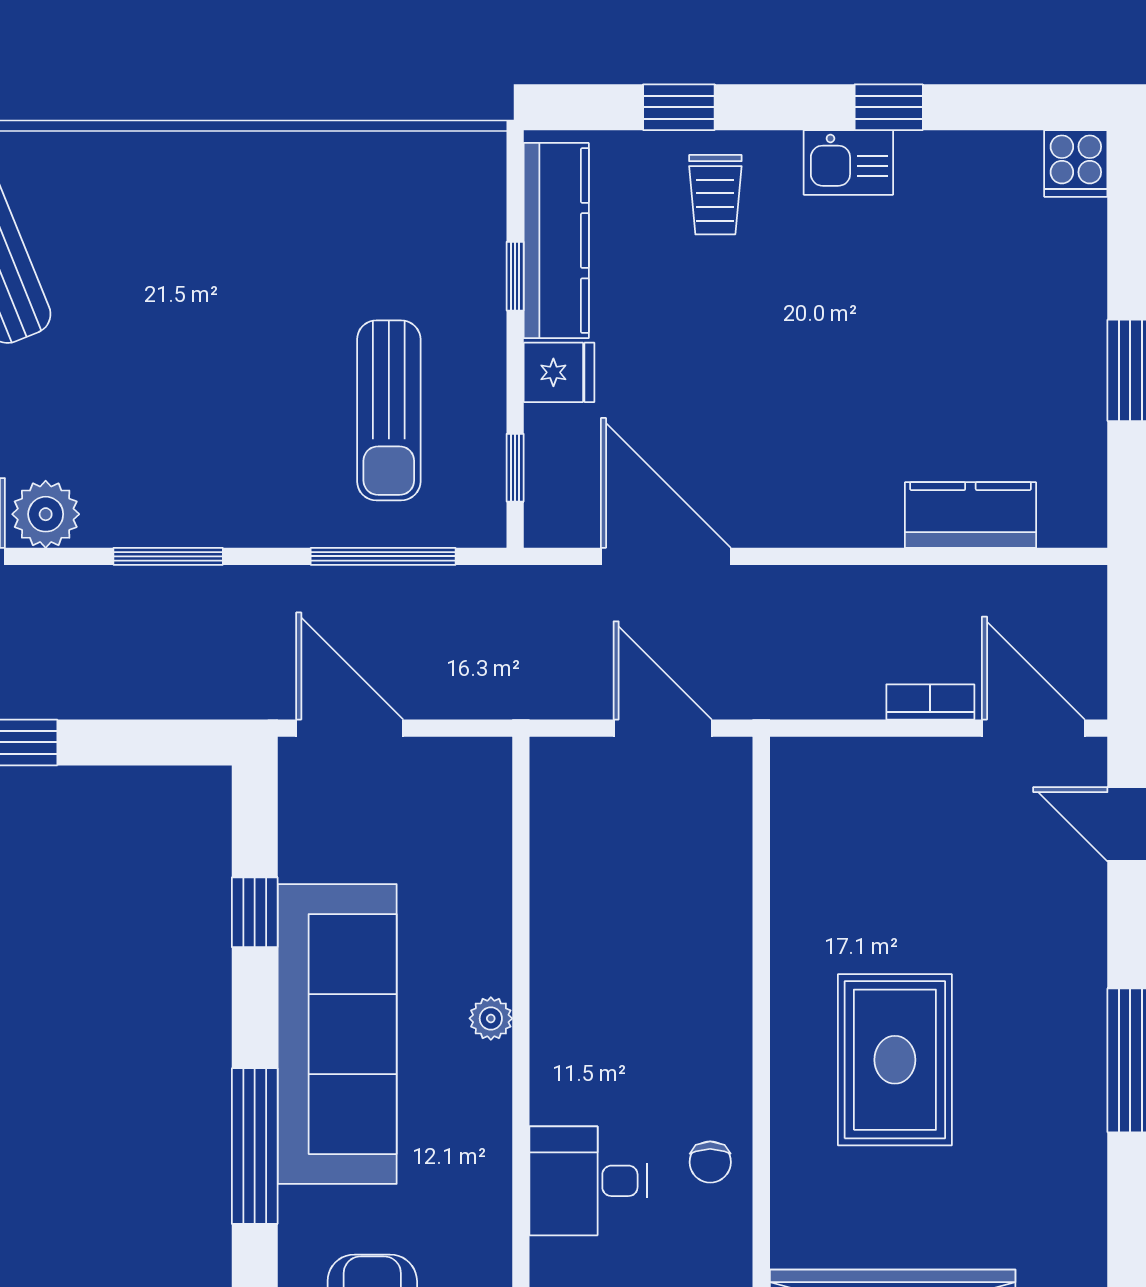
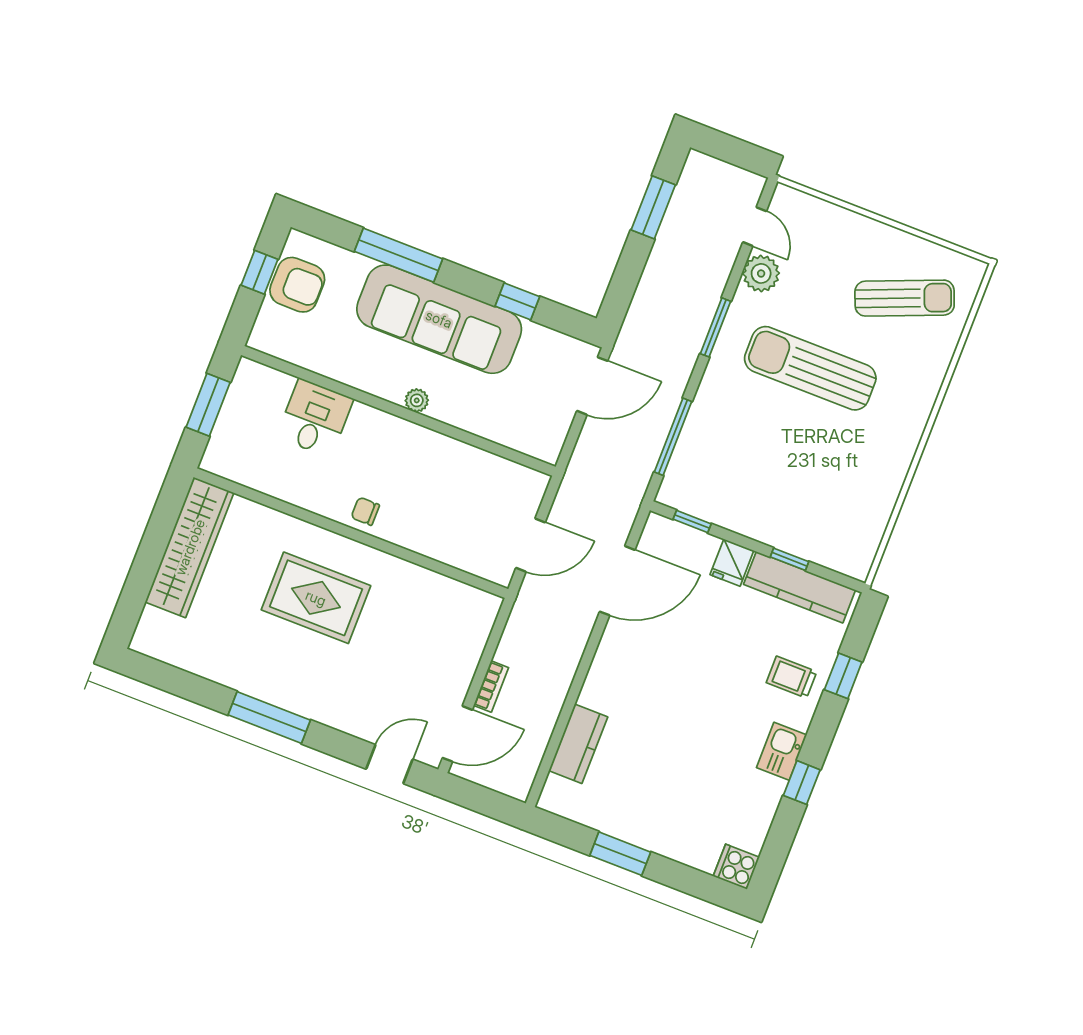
sun lounger: (389, 410) -> (810, 368), moved, width x1.36, depth x1.34
chair: (710, 1162) -> (365, 511), moved

